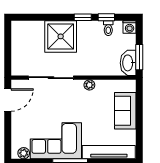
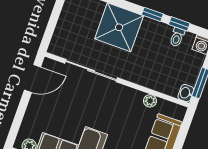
washbasin: (128, 63) -> (186, 93), width x0.52, depth x0.69
plant: (89, 85) -> (150, 101), moved

